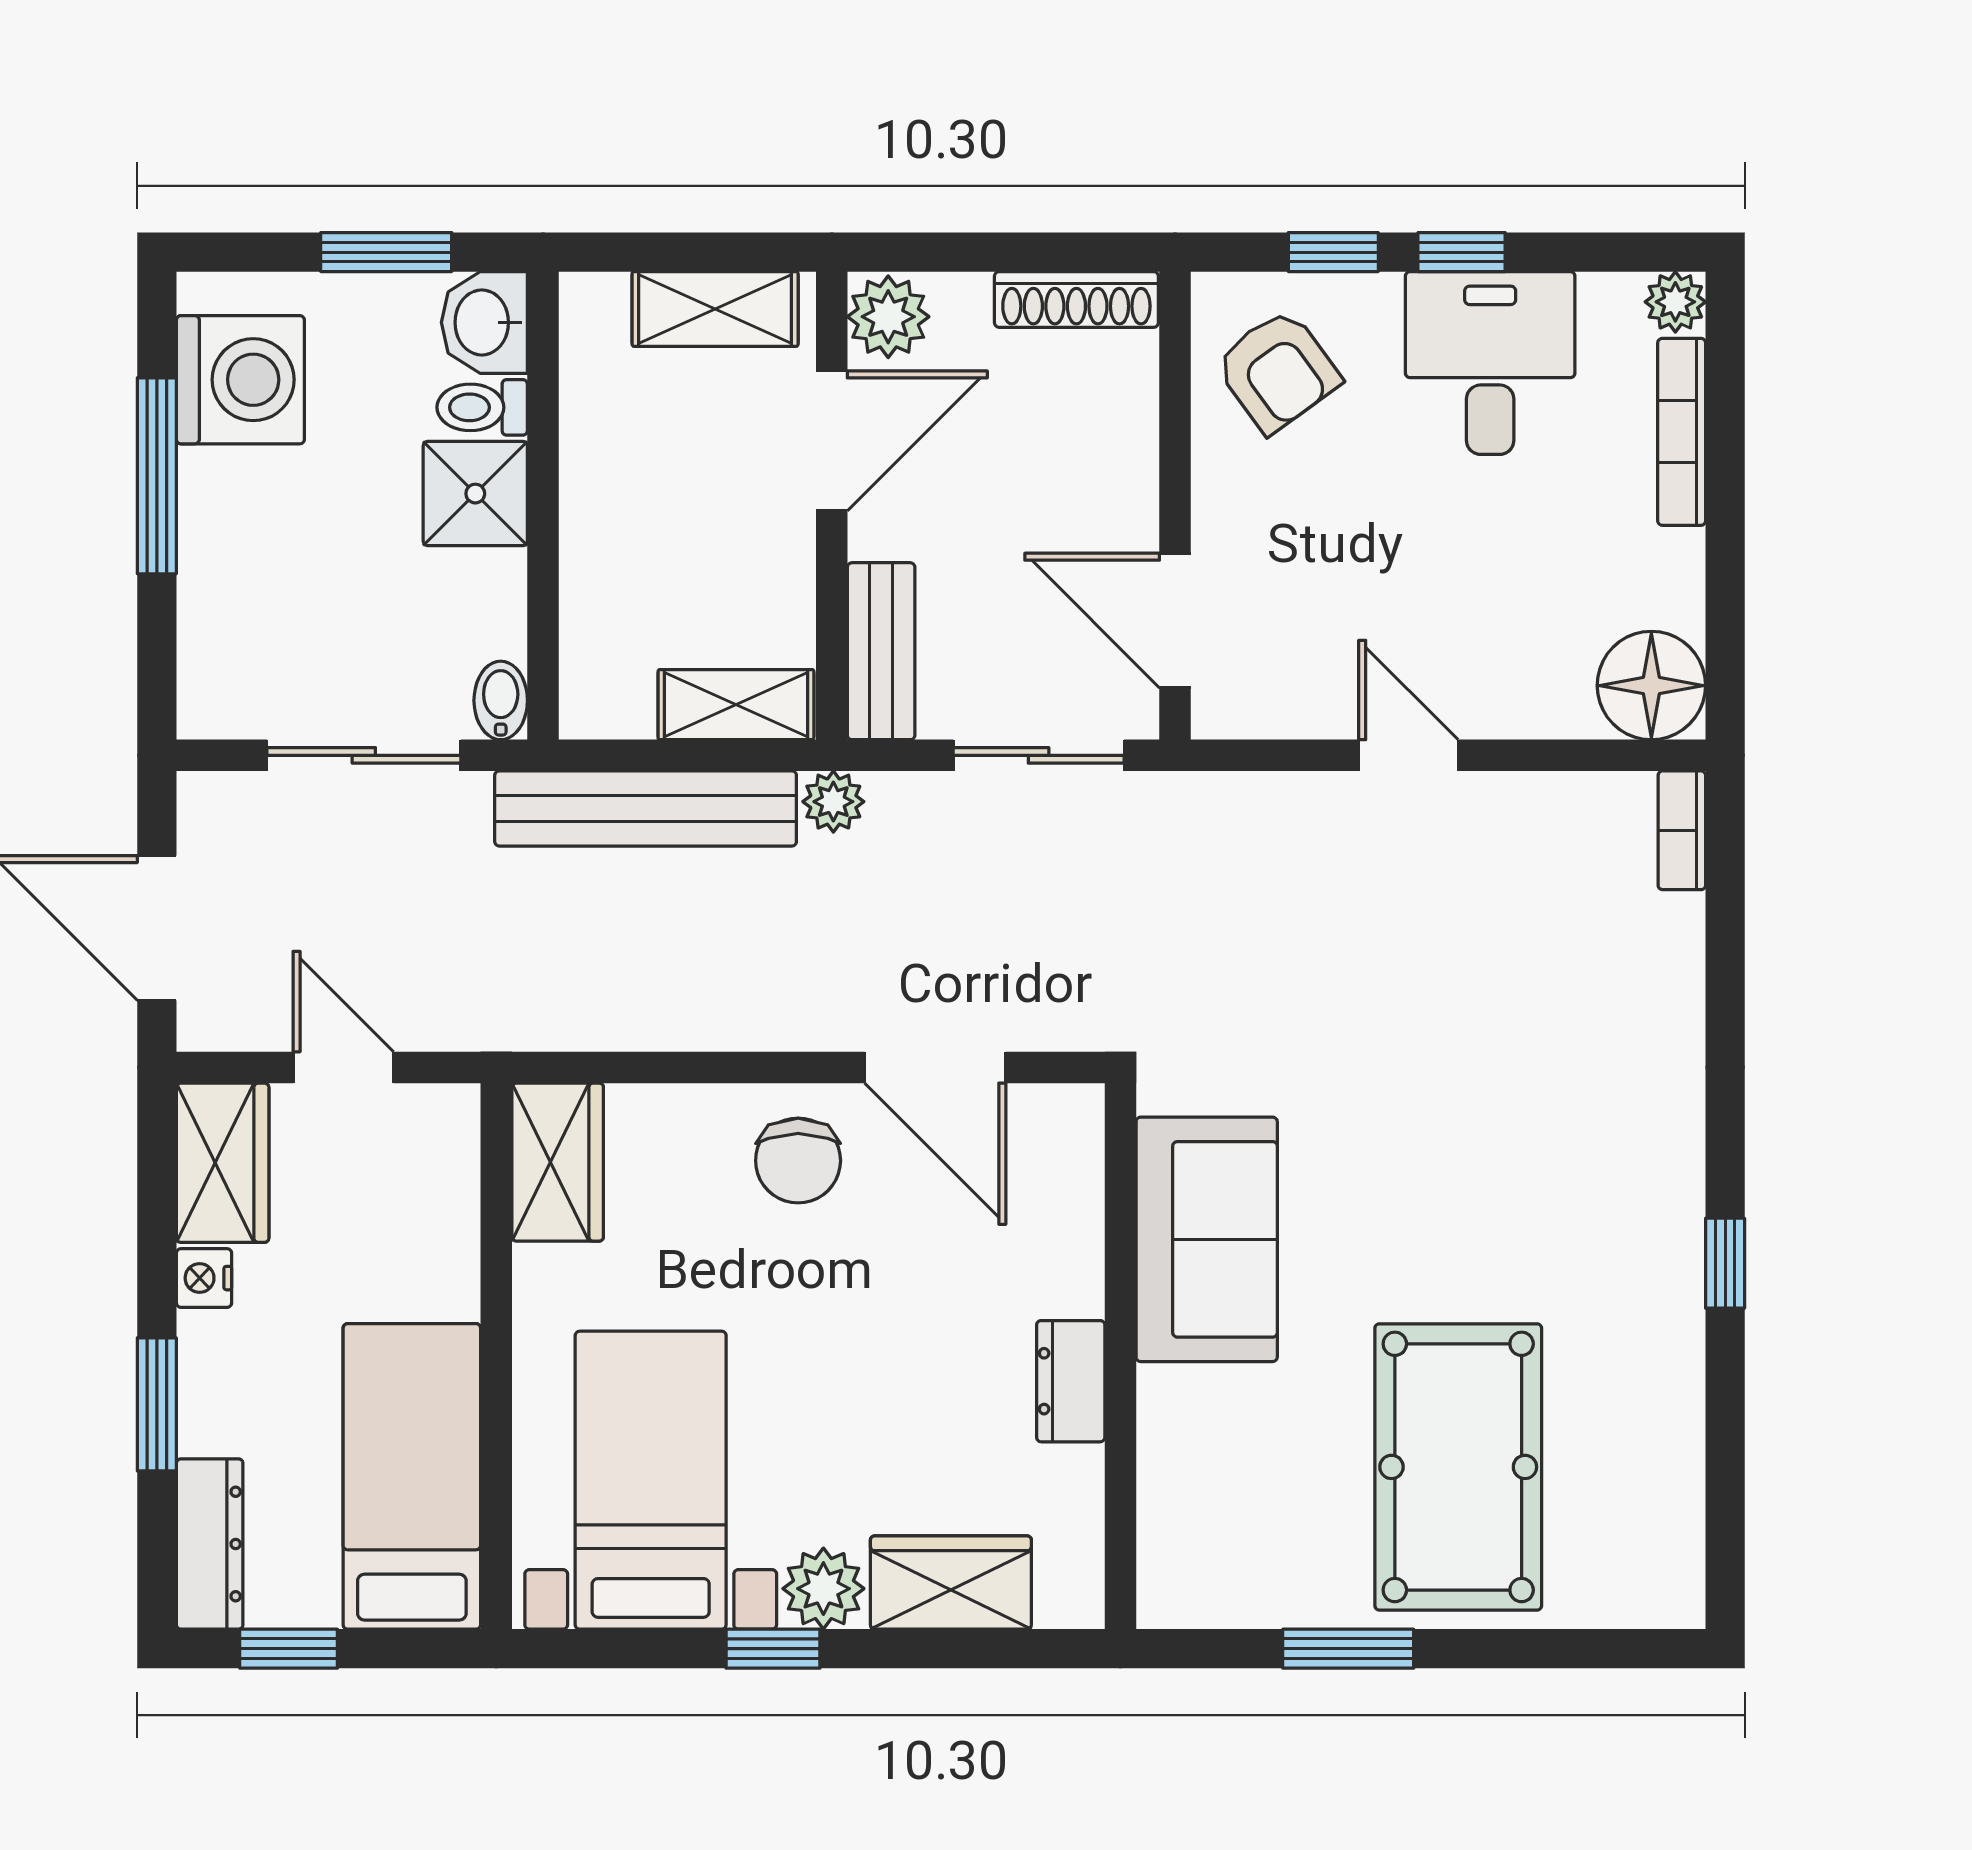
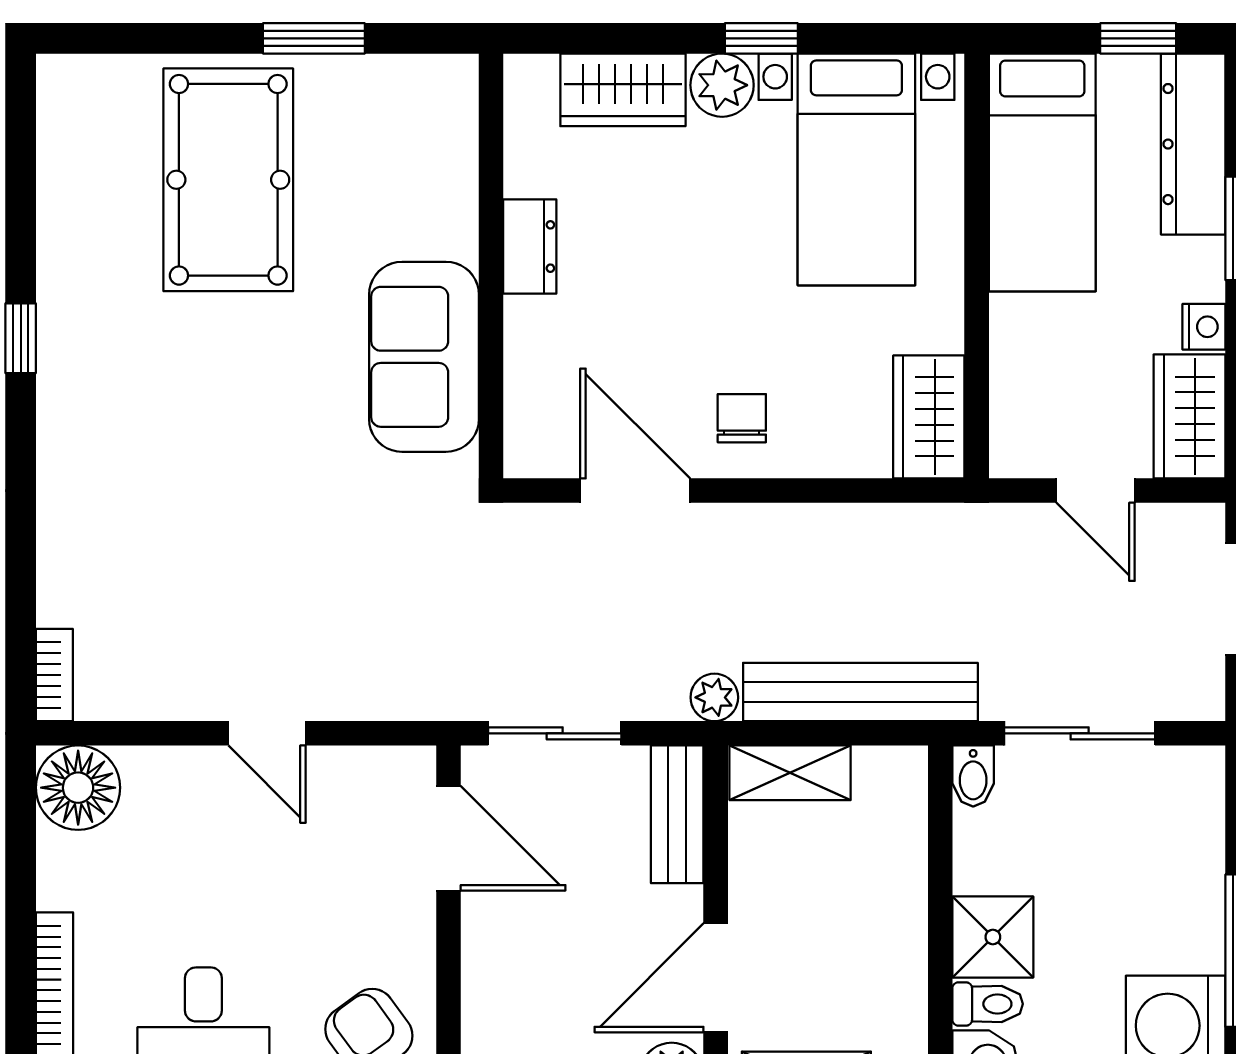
chair: (798, 1161) -> (742, 418), width x0.73, depth x0.73
dresser: (210, 1544) -> (1193, 144), width x1.37, depth x1.24

